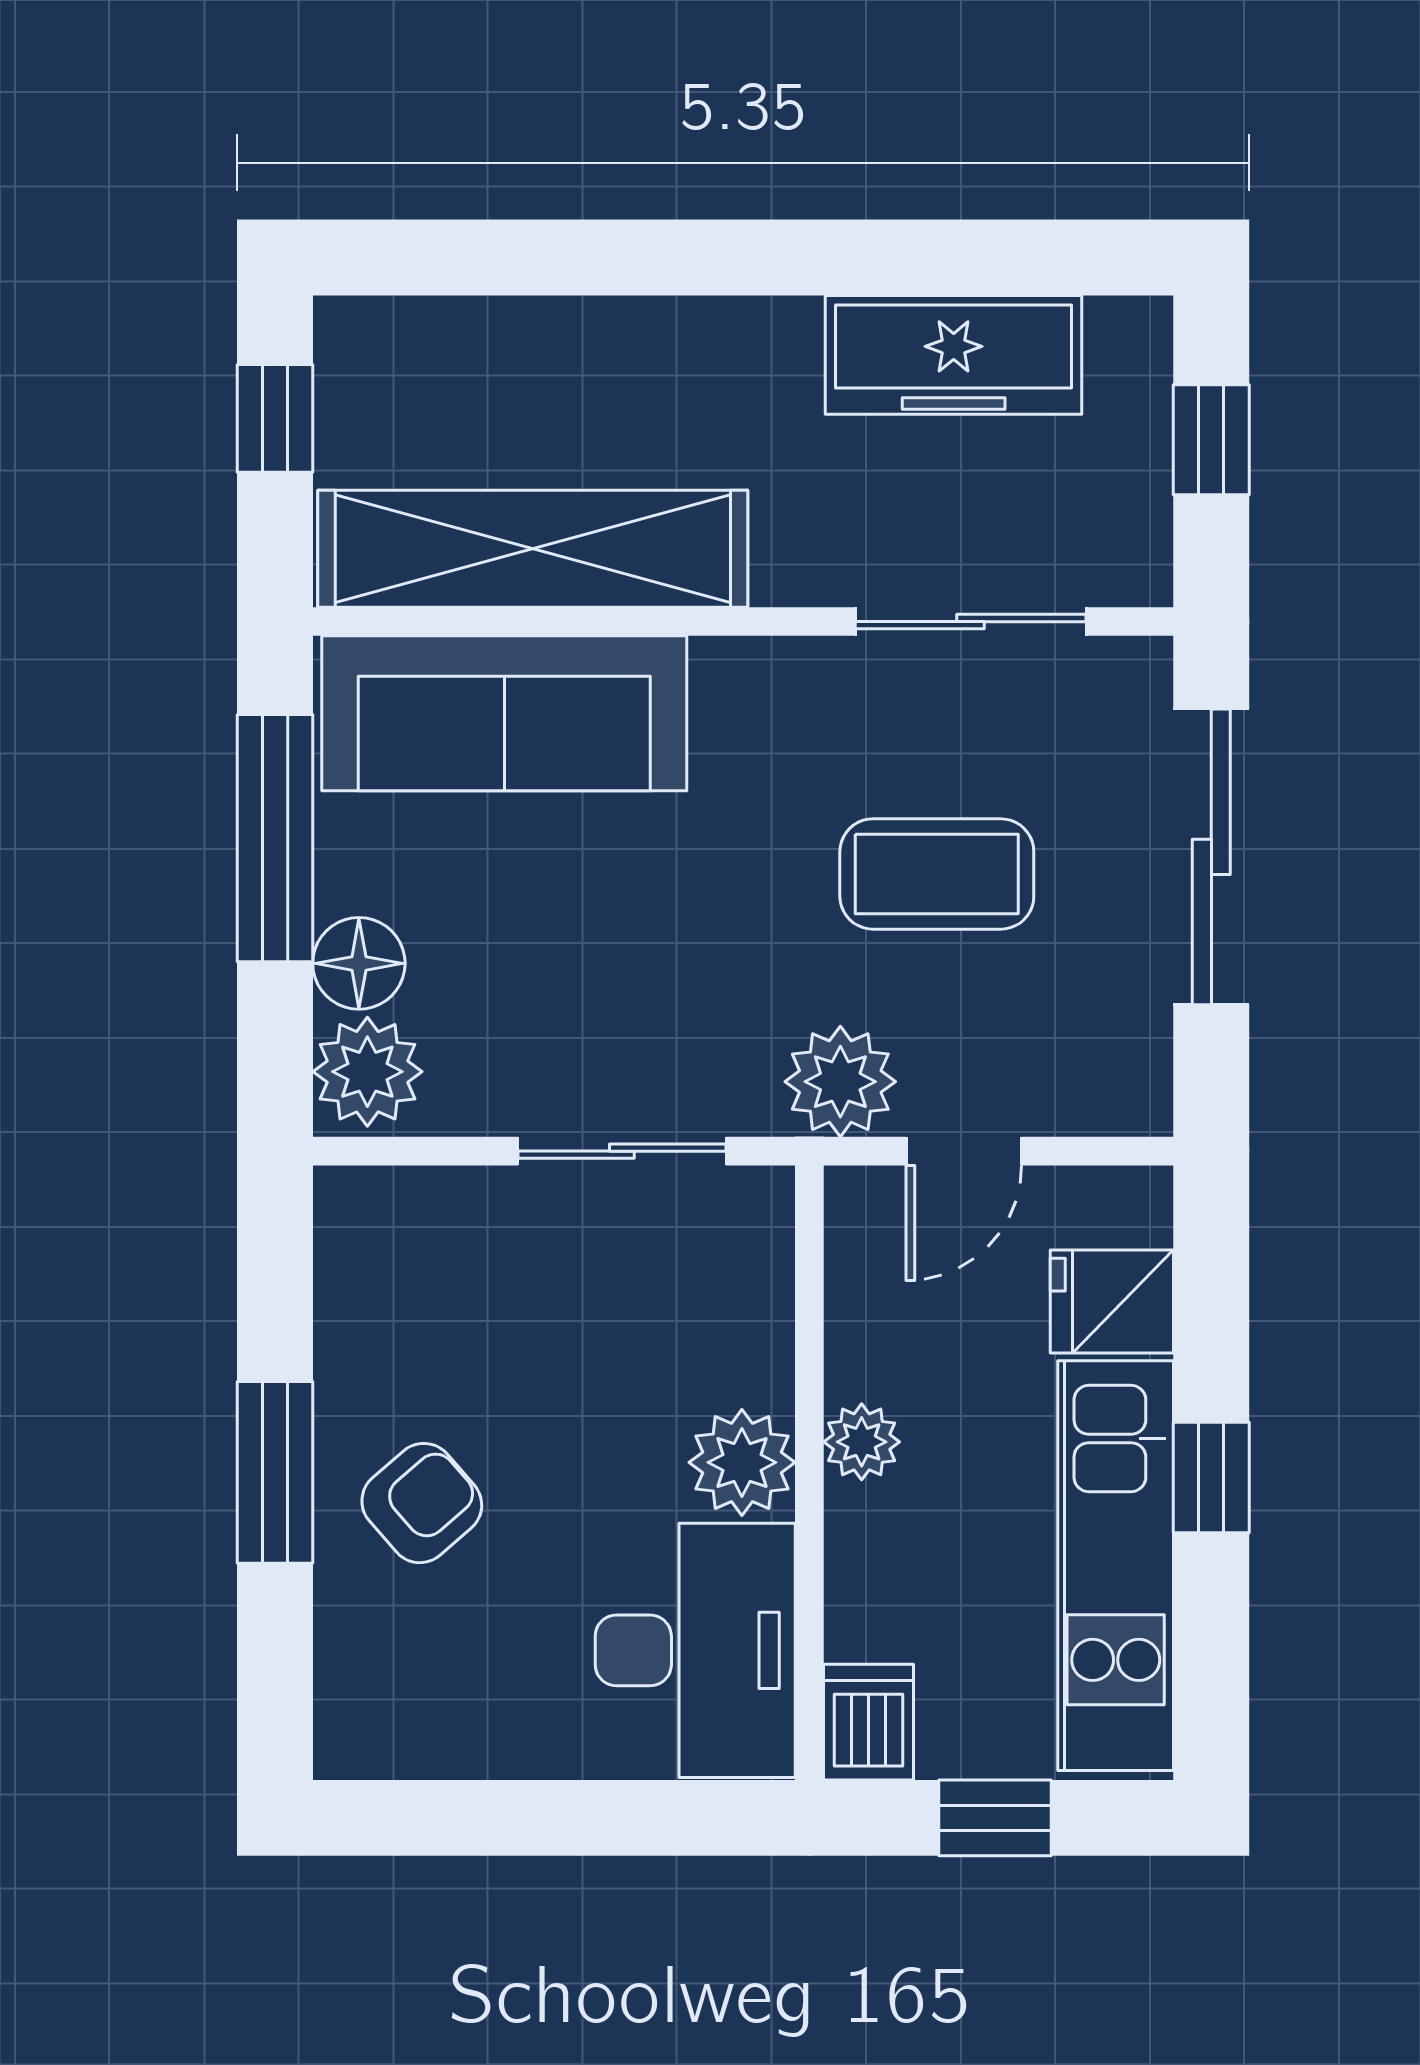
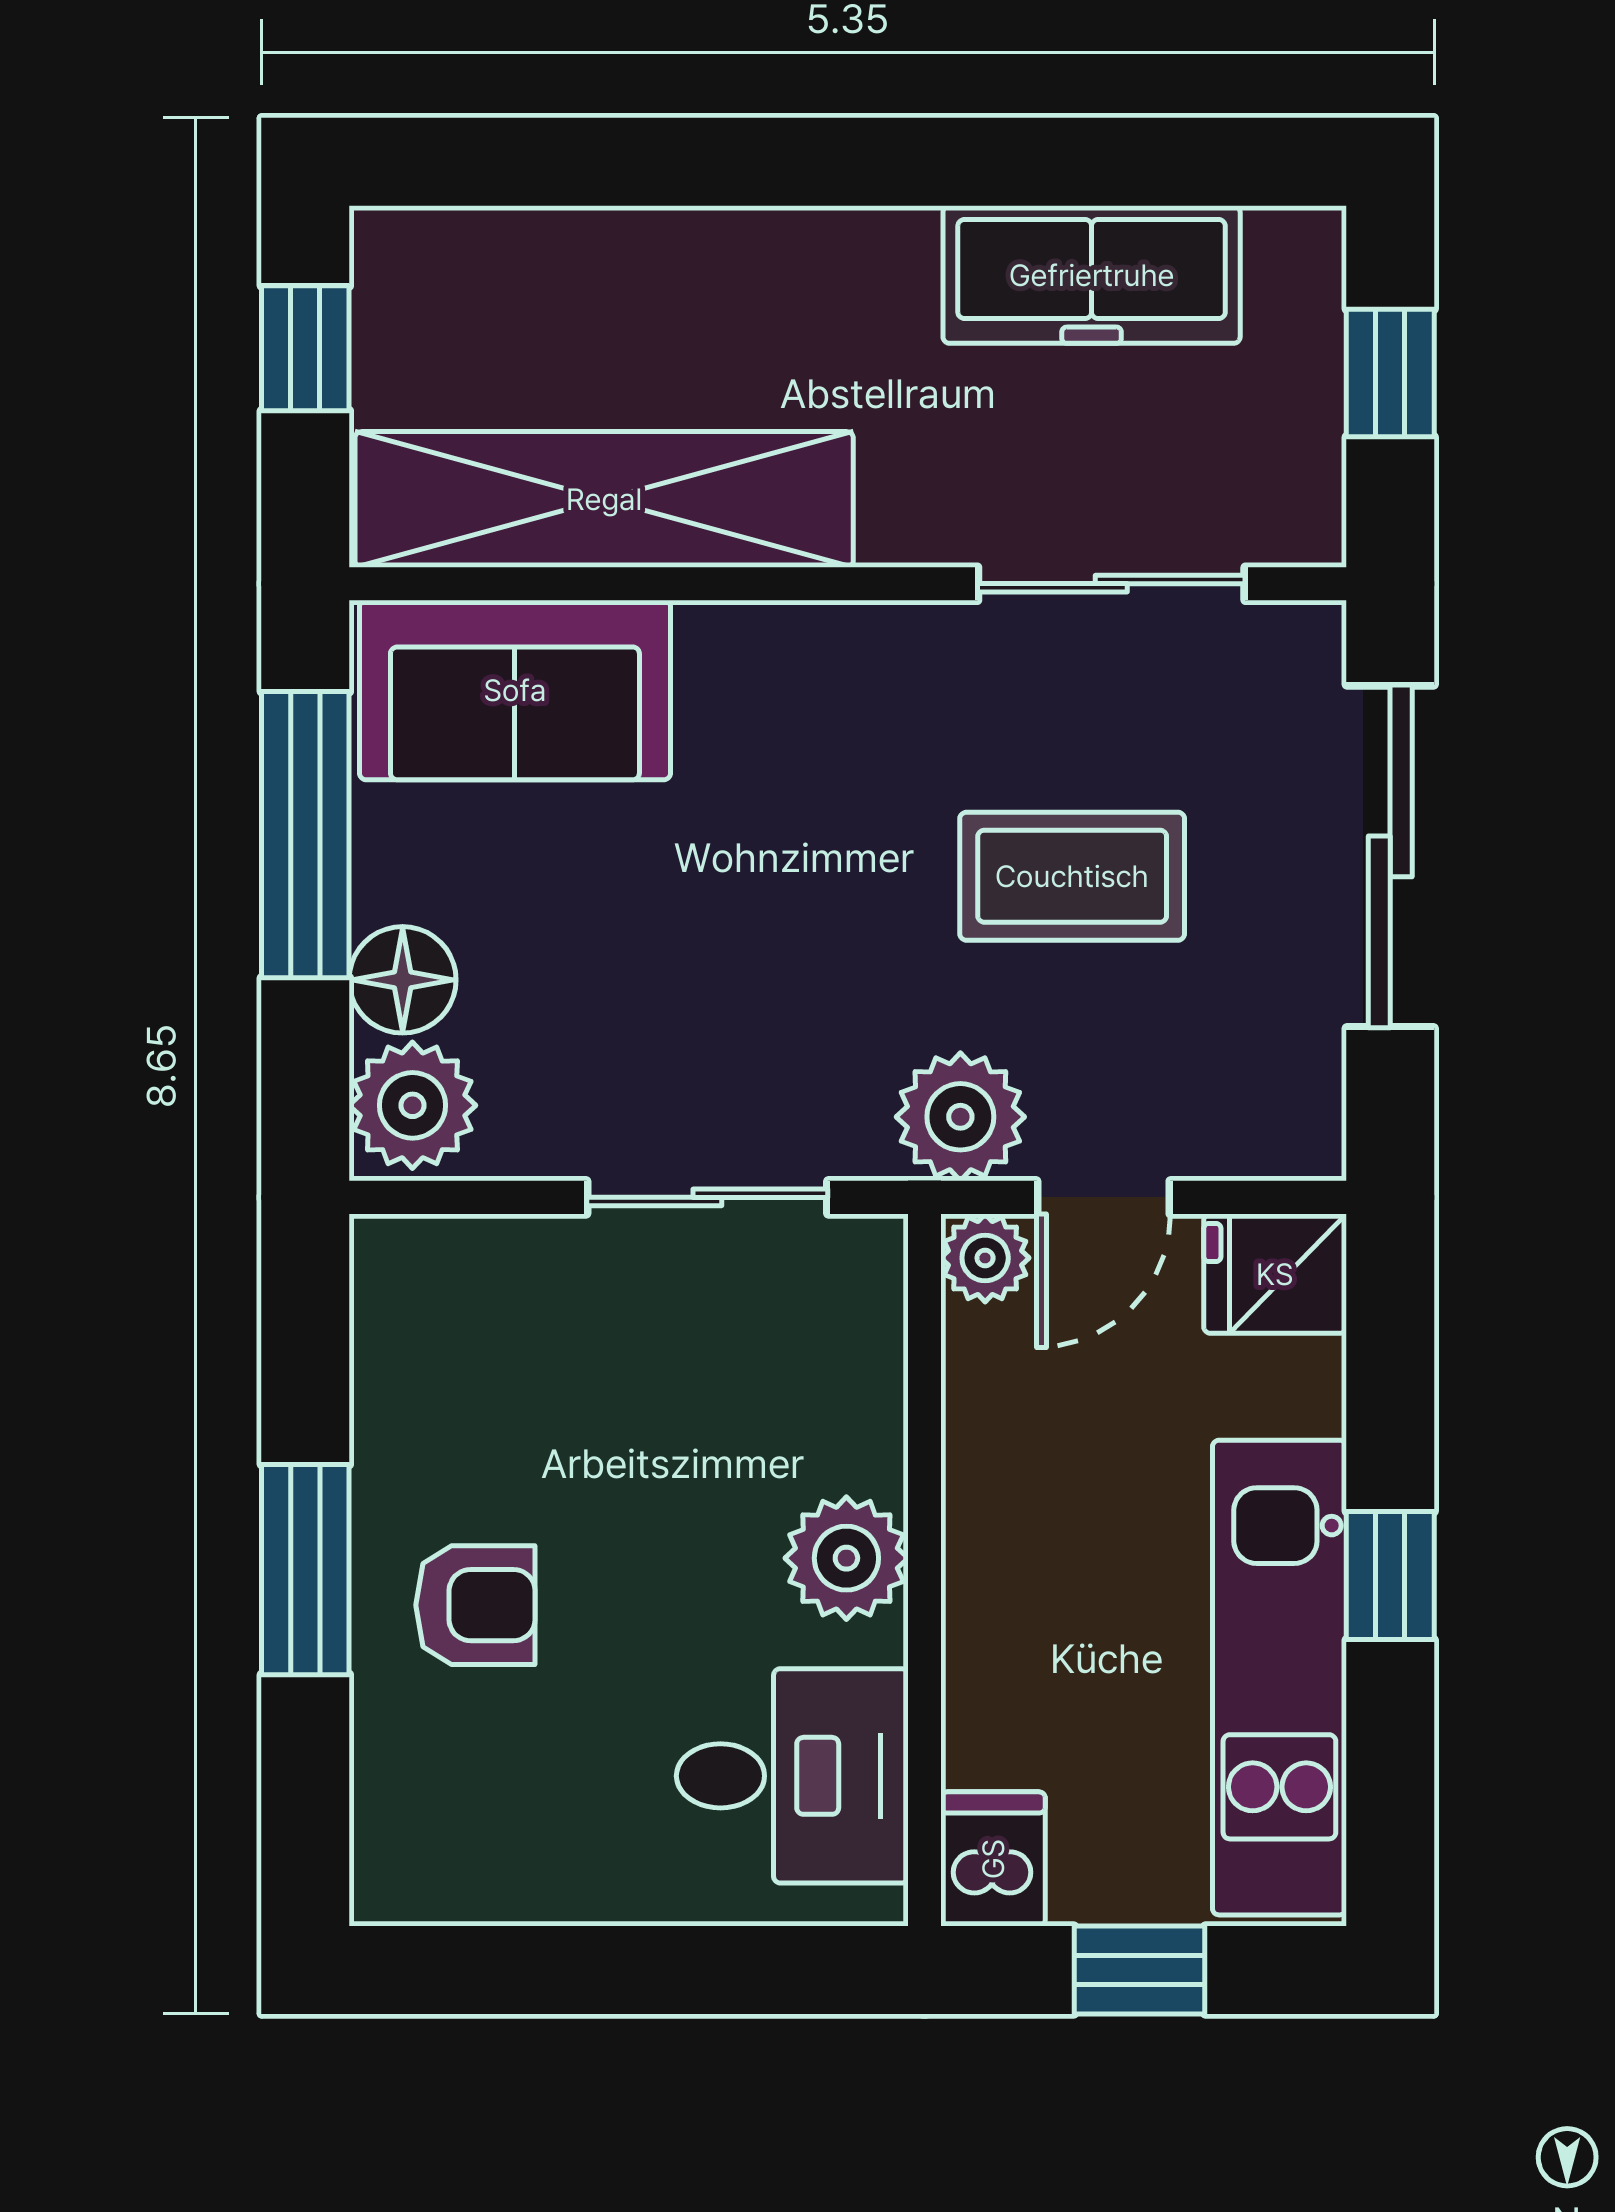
sofa: (504, 713) -> (515, 690), width x0.73
fridge: (1112, 1301) -> (1275, 1274), moved
plant: (862, 1442) -> (985, 1258), moved
armchair: (422, 1503) -> (475, 1605), turned 41
desk: (695, 1650) -> (792, 1776), width x0.73

